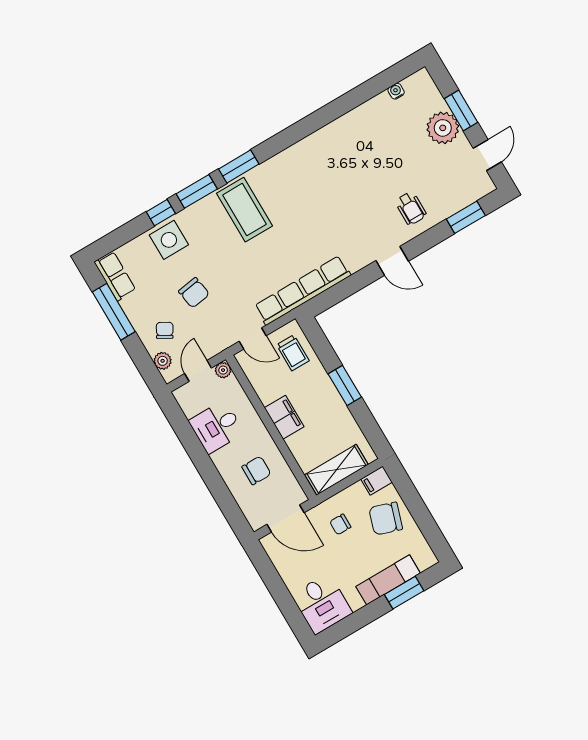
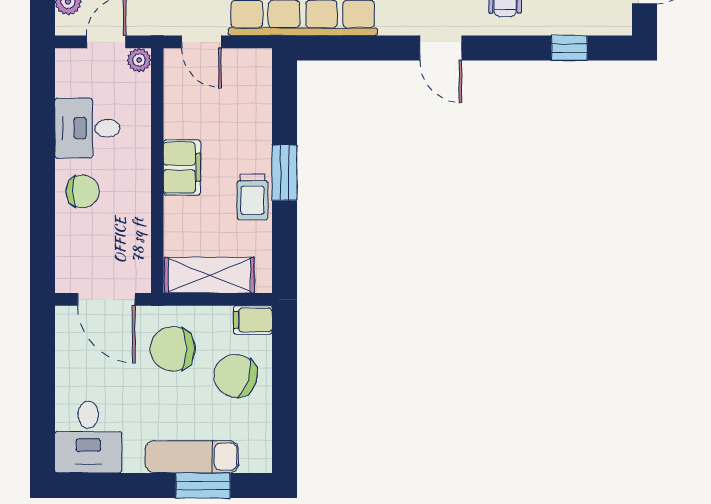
window: (466, 217) -> (569, 48), width x0.67
trolley: (293, 353) -> (252, 197), moved
chair: (256, 470) -> (83, 191), moved
chair: (340, 524) -> (173, 349), width x1.87, depth x1.87

